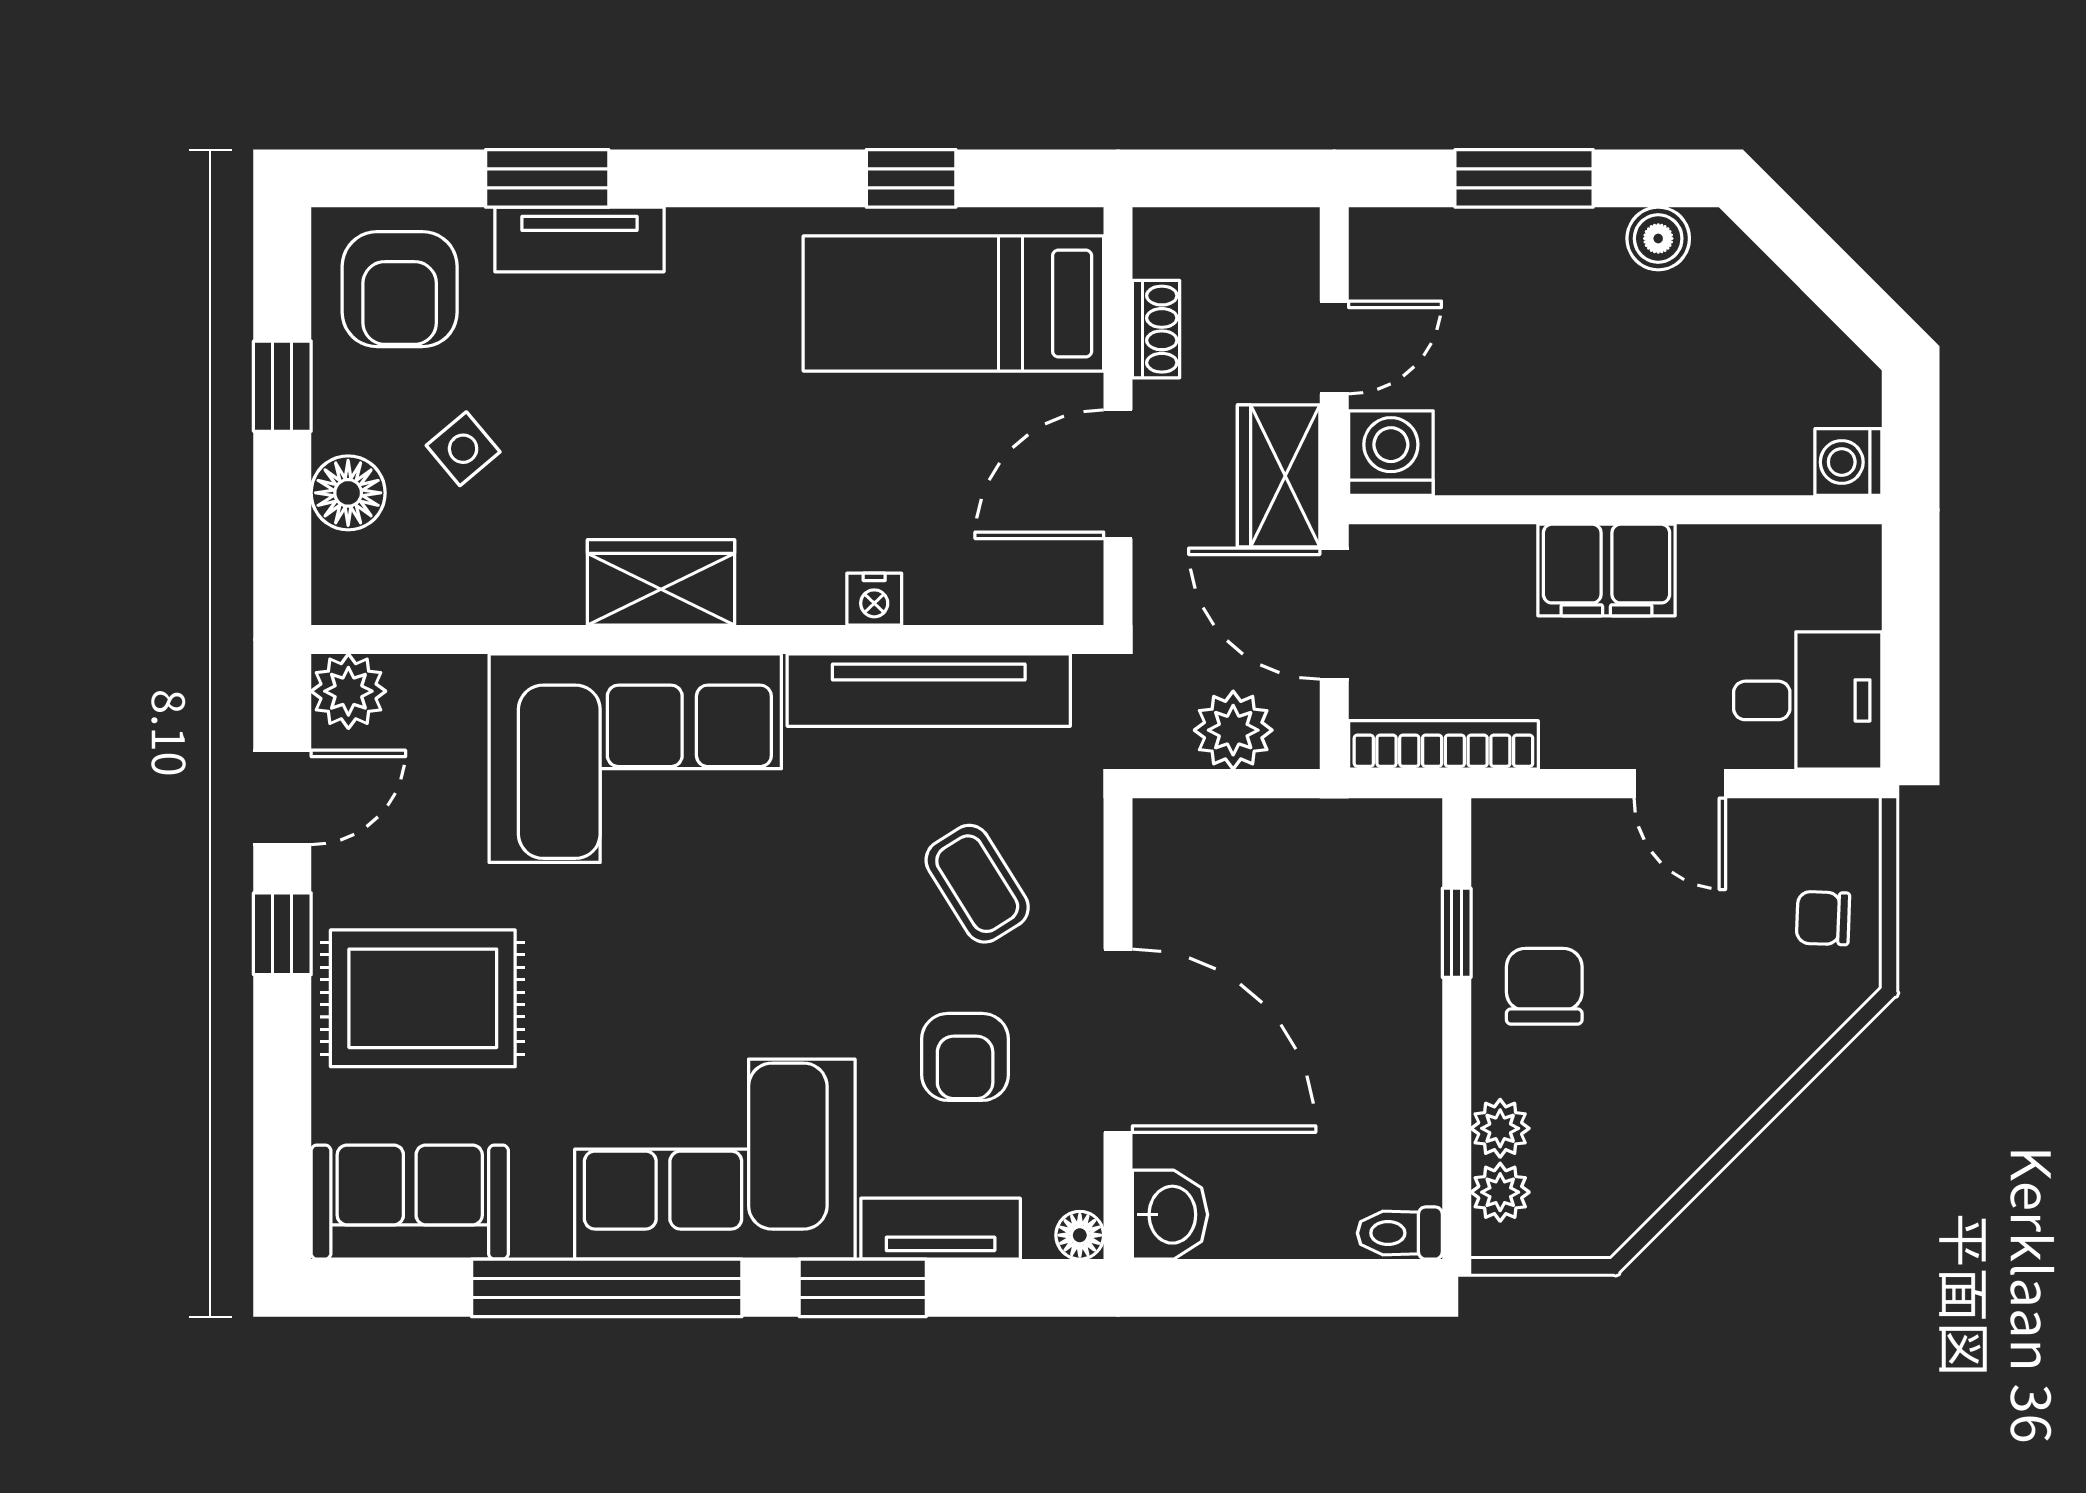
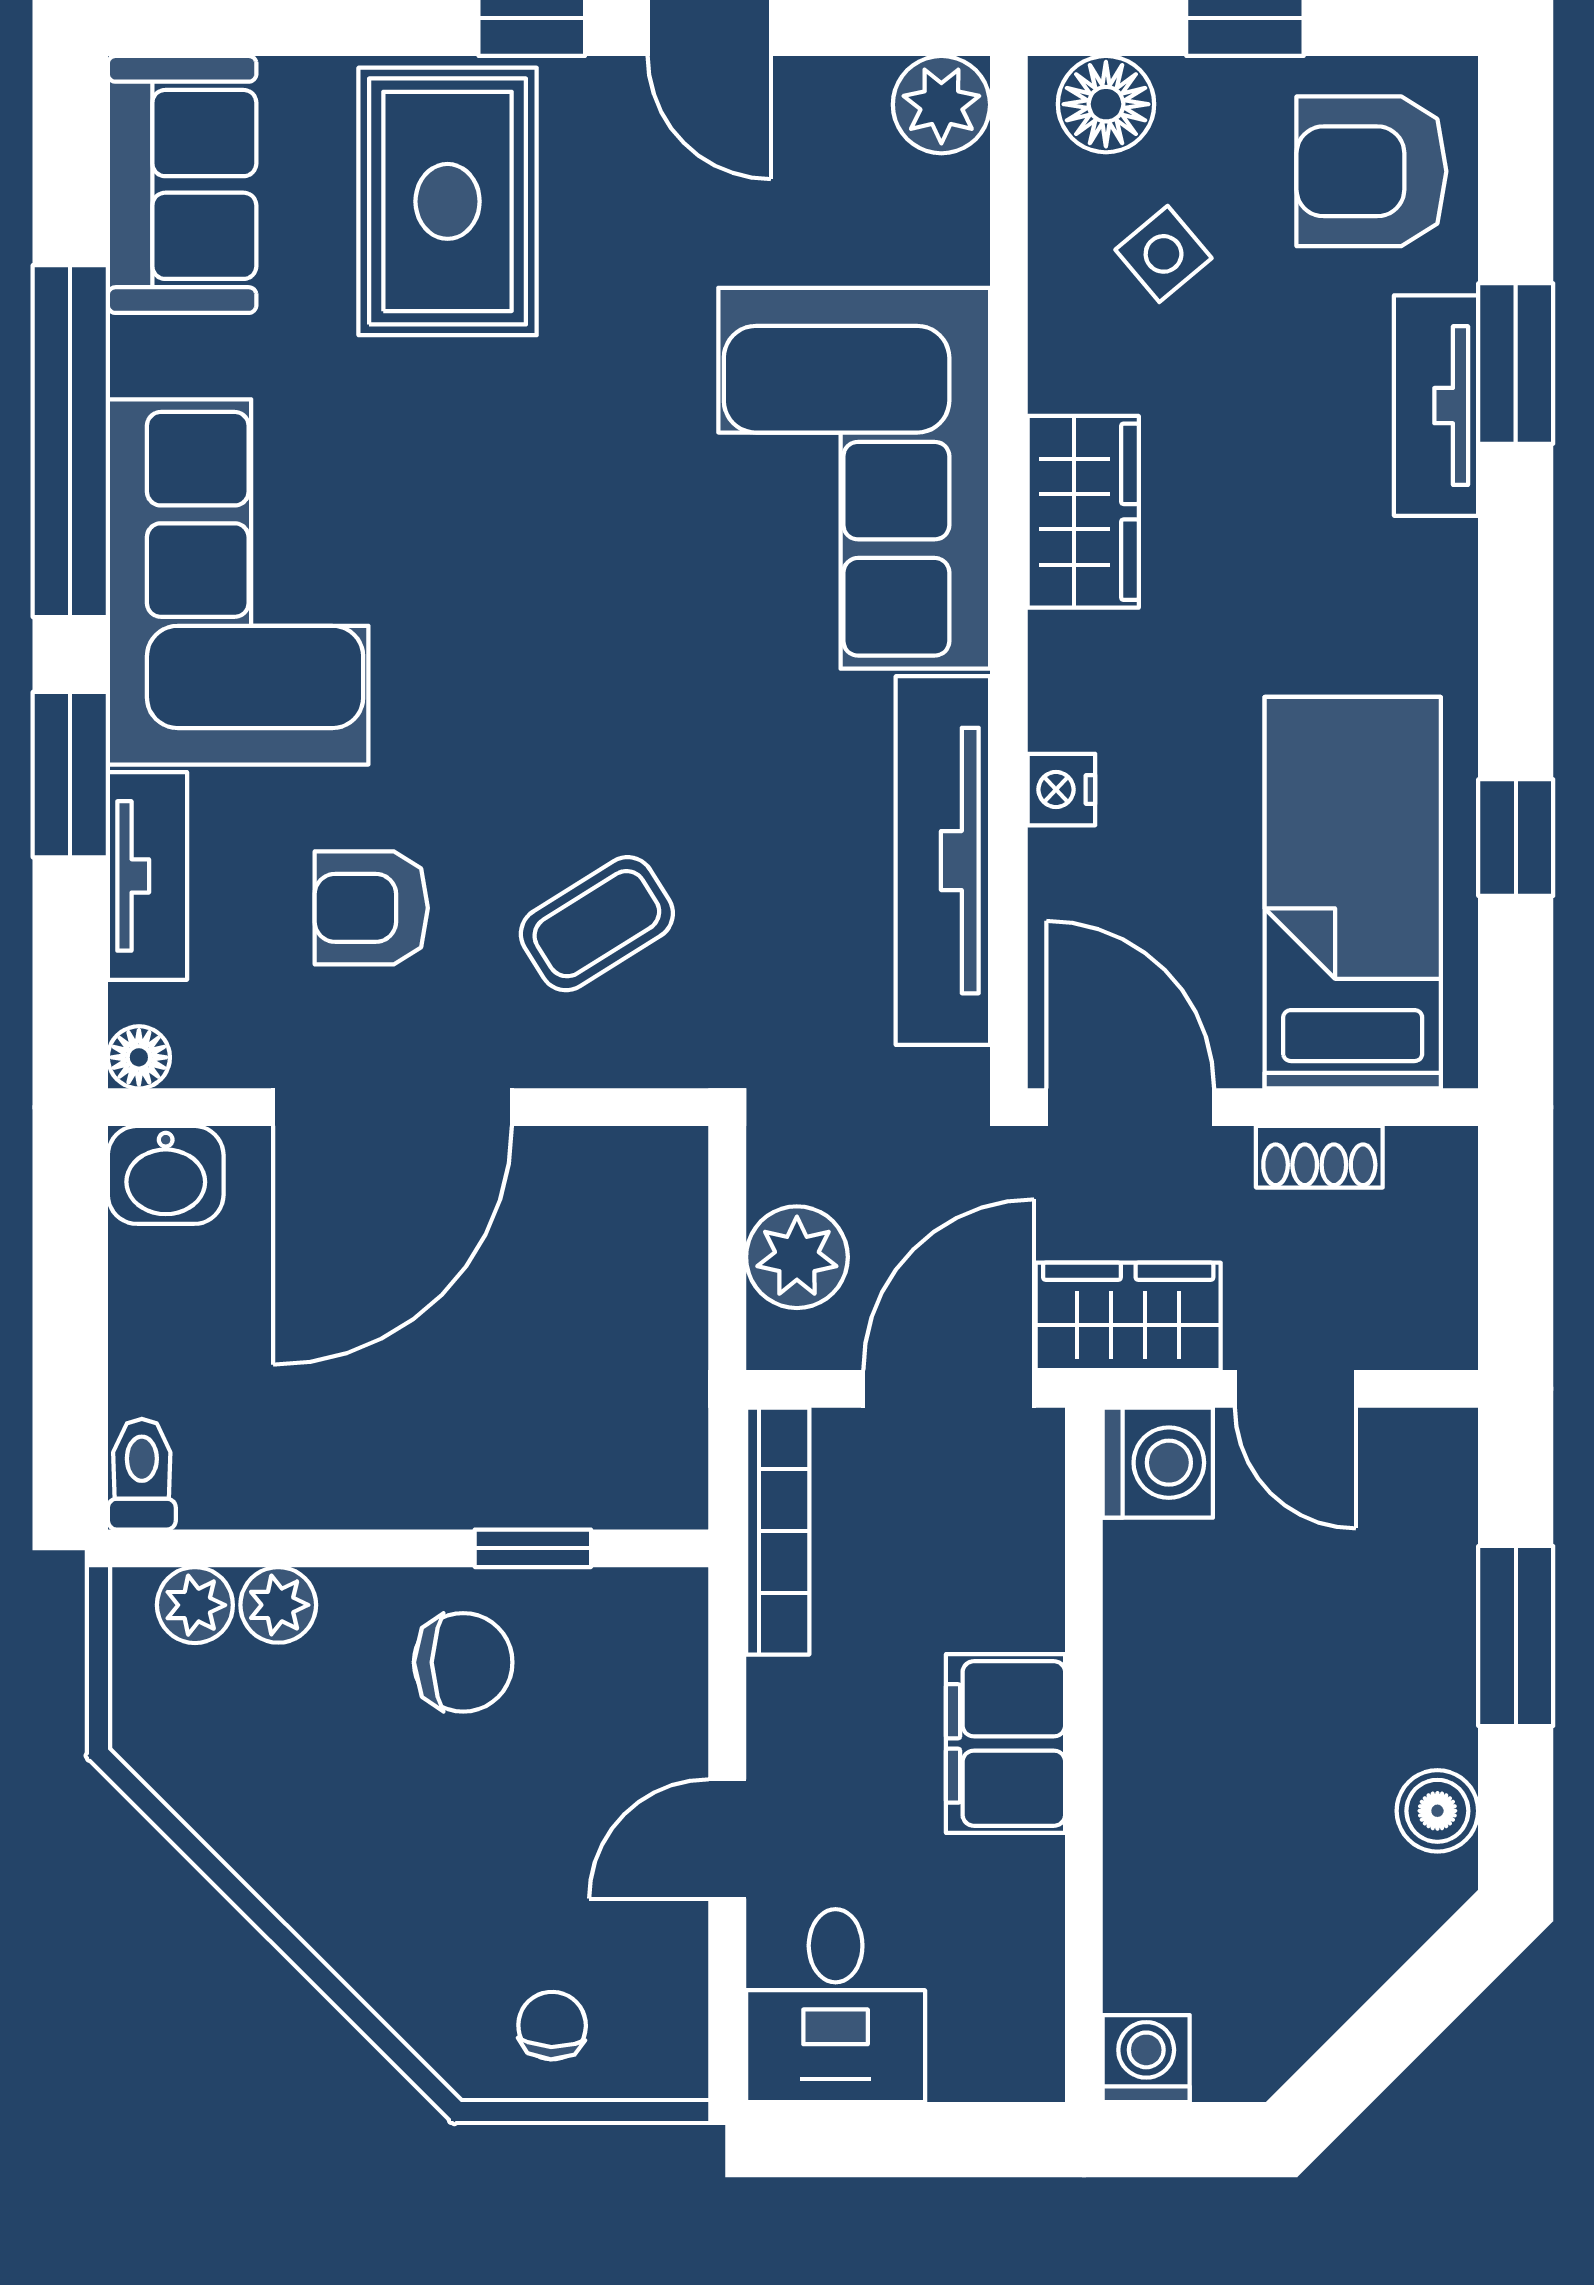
wardrobe: (661, 582) -> (1083, 512), moved
nightstand: (874, 599) -> (1061, 790), moved
wall: (707, 639) -> (1009, 572), moved
tv unit: (929, 690) -> (943, 861), moved
plant: (348, 691) -> (941, 105), moved
corner sofa: (635, 758) -> (854, 478), moved

